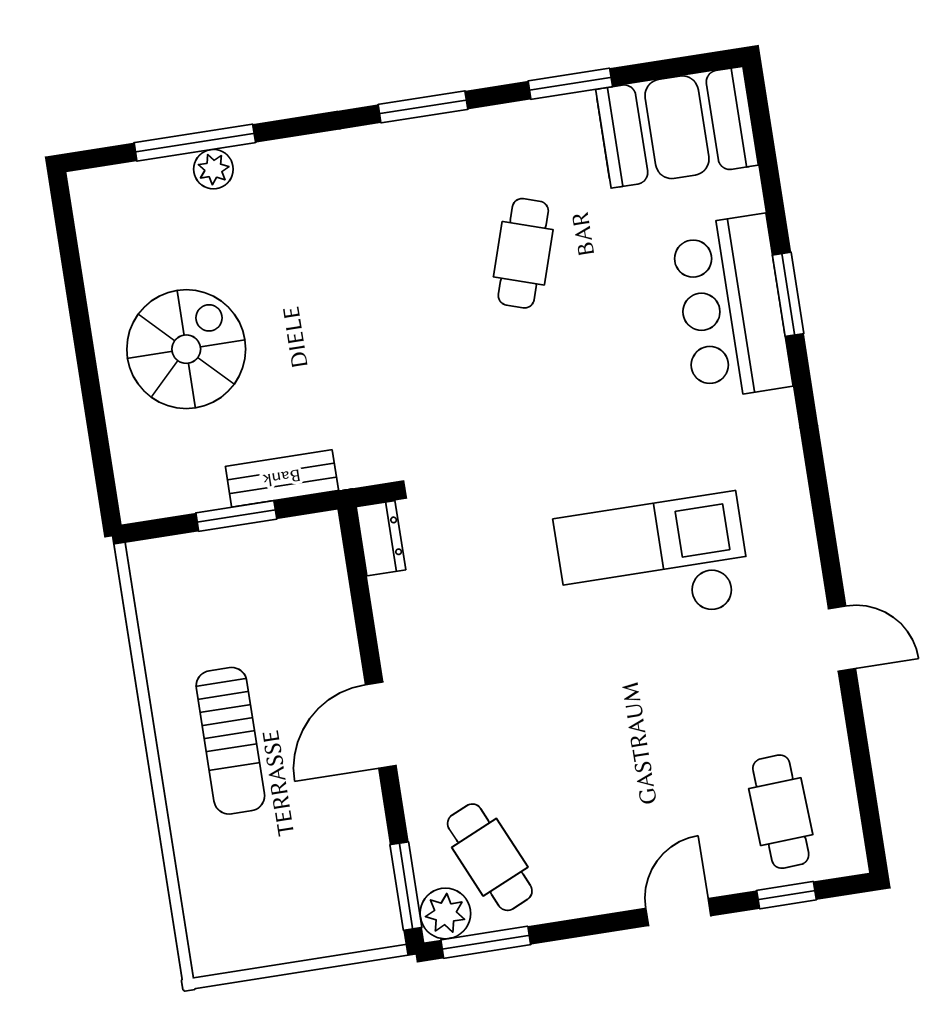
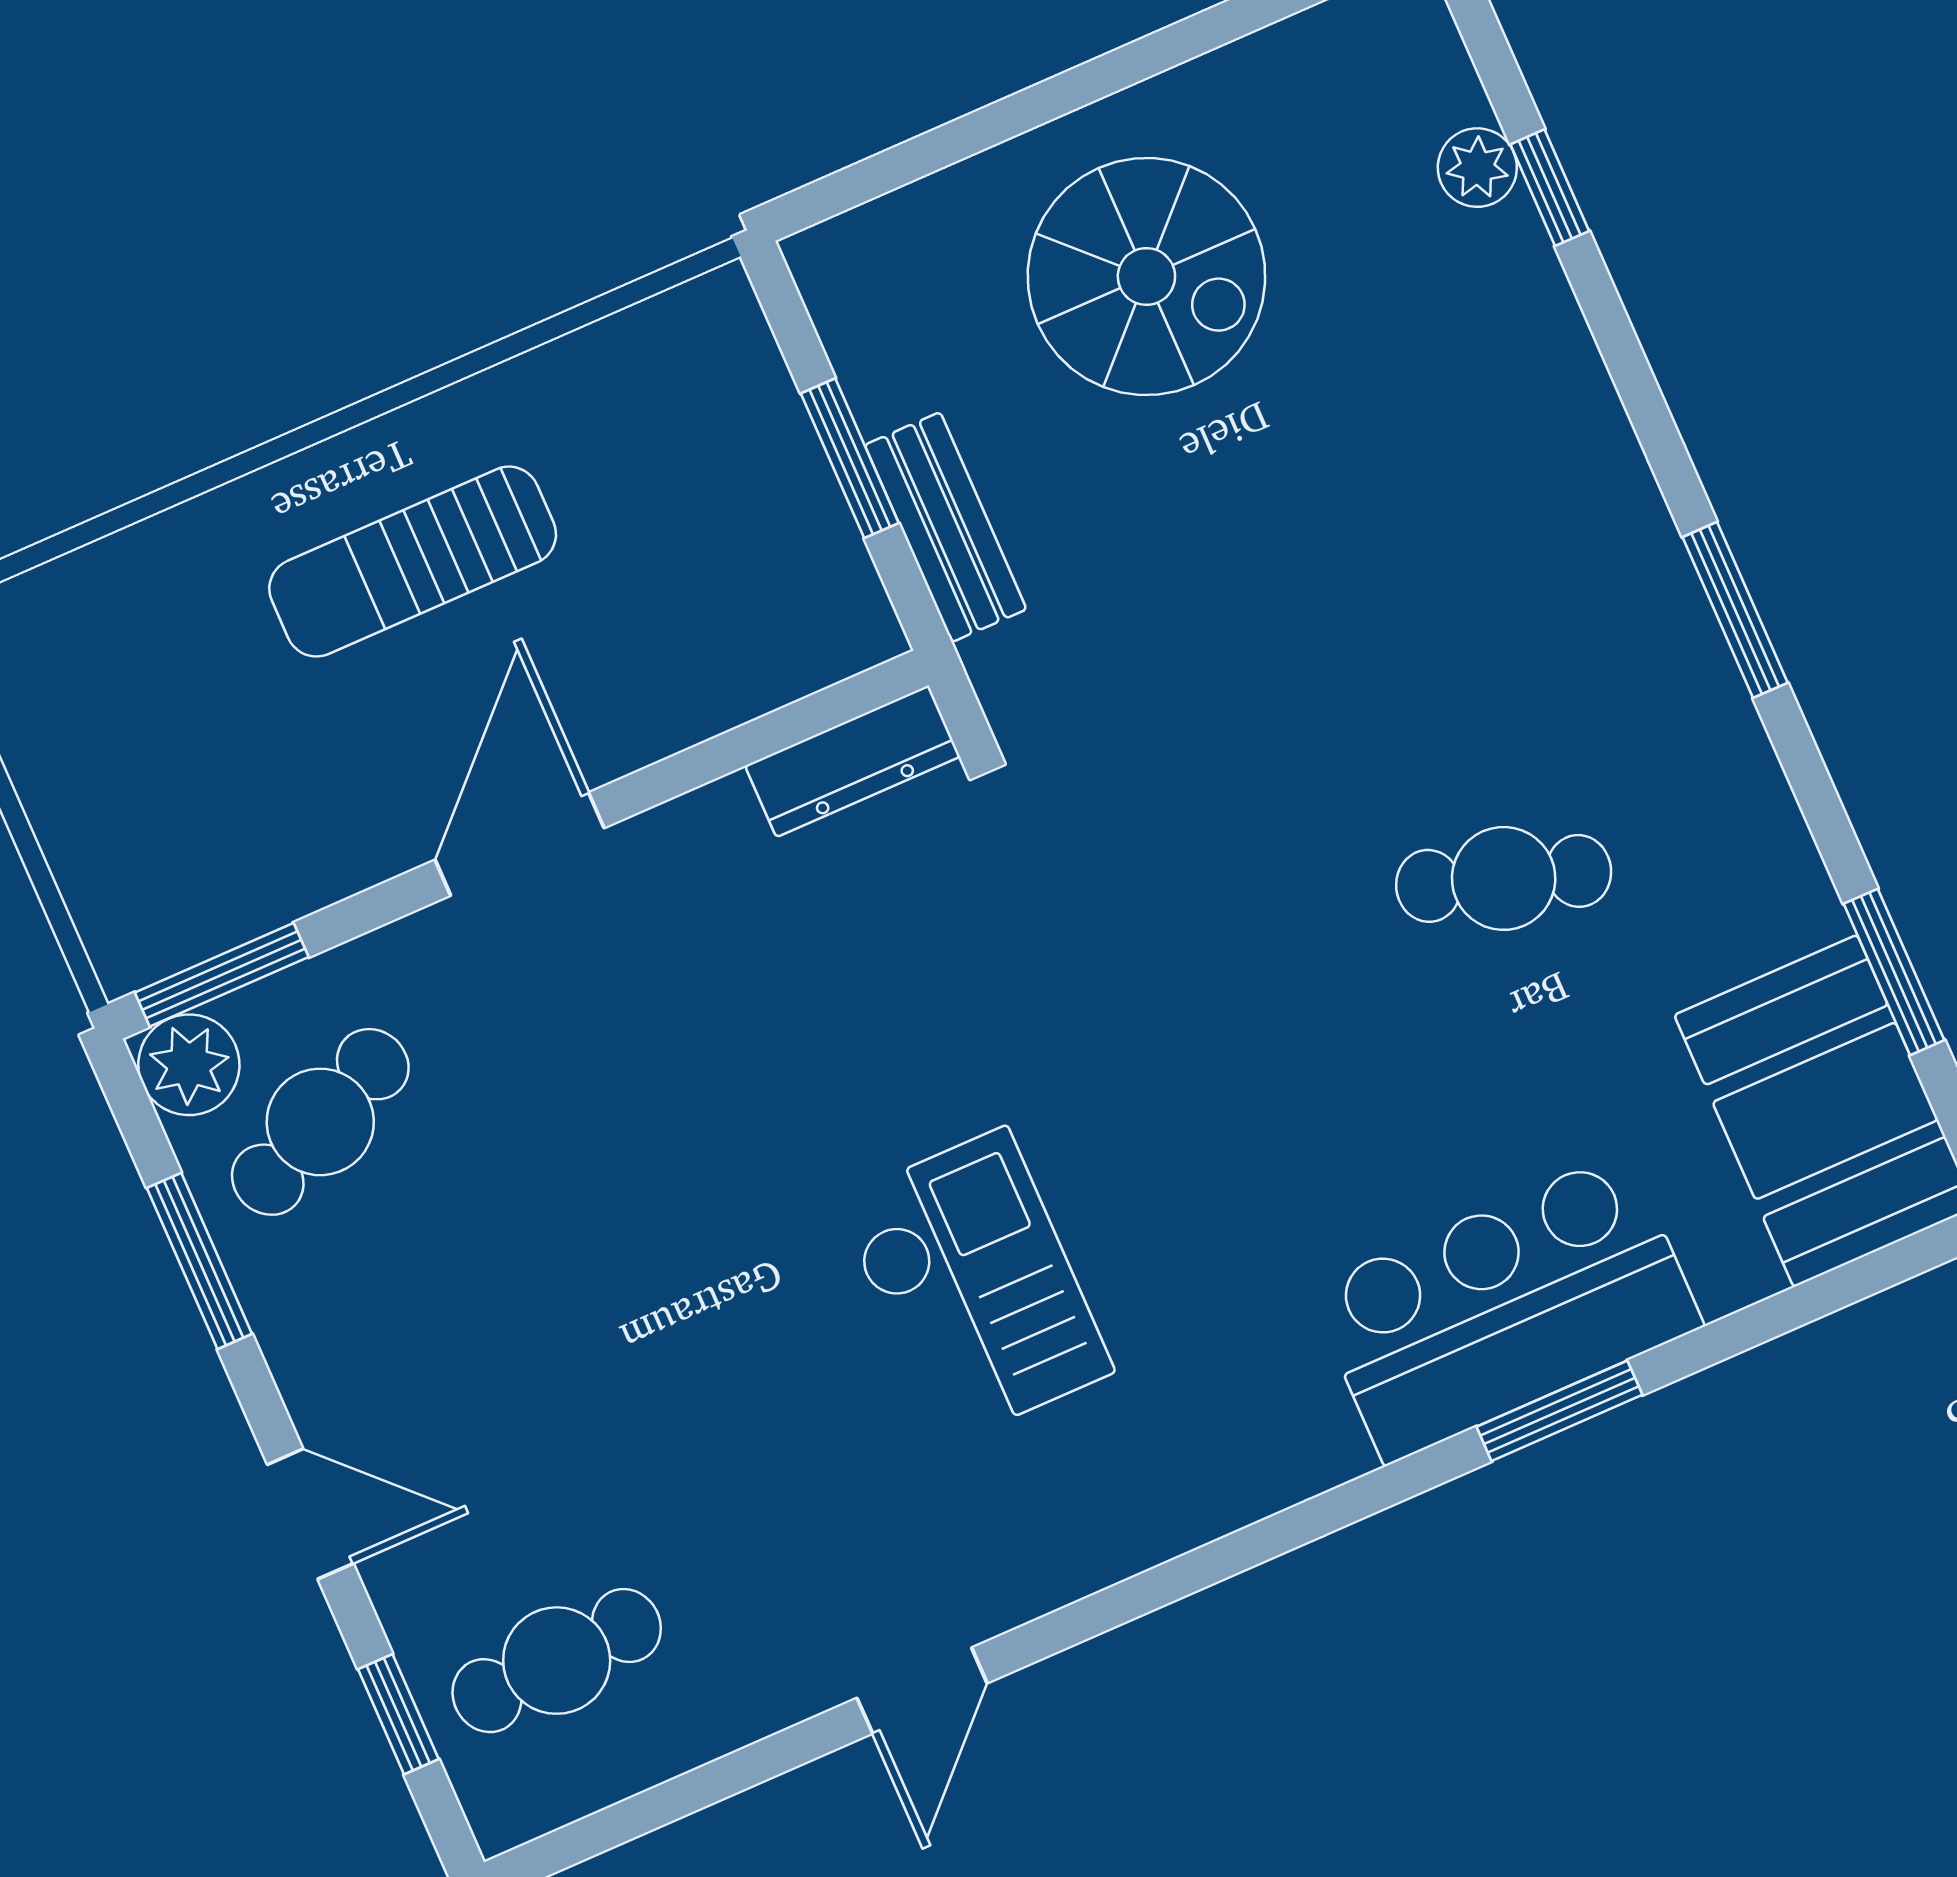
window: (570, 84) -> (1894, 972), moved
window: (195, 143) -> (1550, 188), width x0.46
plant: (213, 169) -> (1477, 168), moved
dresser: (381, 538) -> (853, 761), width x1.44
checkout: (653, 562) -> (974, 1286), width x0.73, depth x0.83
door: (381, 725) -> (520, 844), hinge flipped
window: (486, 942) -> (199, 1261), moved

